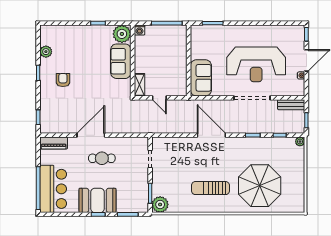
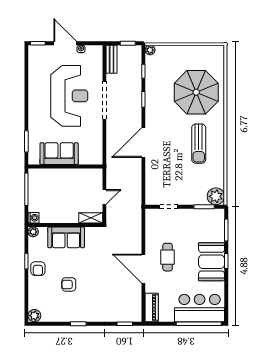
armchair: (91, 34) -> (38, 269), added
plant: (122, 34) -> (33, 232), width x0.53, depth x0.53
plant: (46, 52) -> (34, 316), moved
sofa: (201, 78) -> (59, 154), moved
armchair: (63, 80) -> (69, 284), moved

